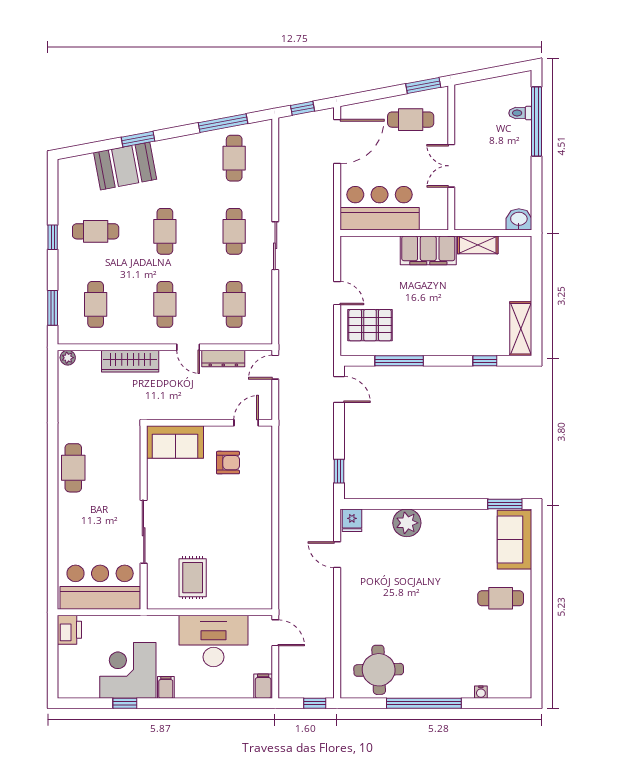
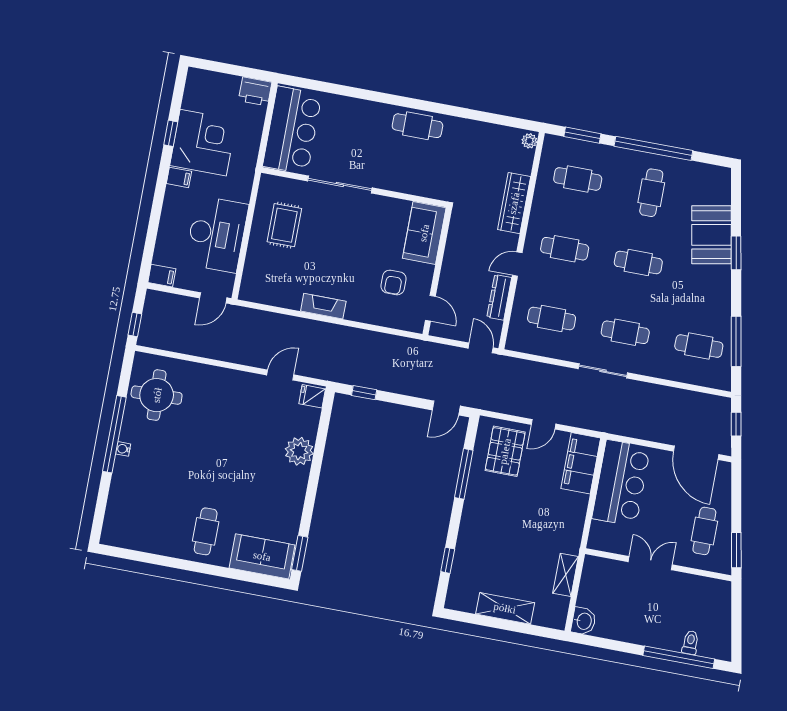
window: (53, 237) -> (653, 148), width x3.17
filing cabinet: (428, 250) -> (581, 463), moved
shelving: (521, 329) -> (505, 608), moved
fireplace: (263, 526) -> (323, 306), added
rug: (193, 578) -> (284, 225), turned 90
water cooler: (481, 692) -> (123, 449), moved

